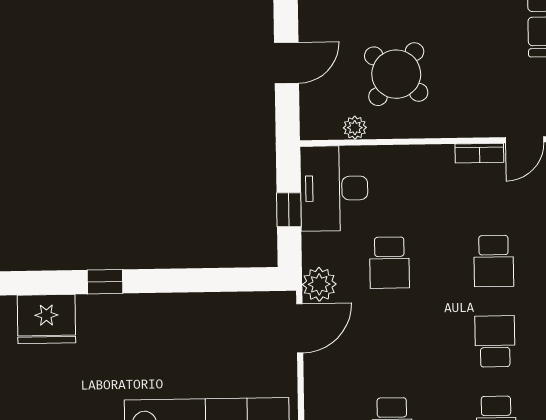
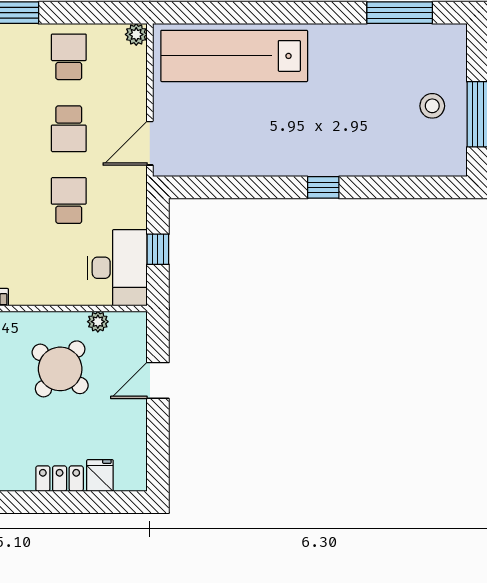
plant: (319, 284) -> (132, 182), removed
fridge: (46, 319) -> (376, 155), removed
school desk: (391, 343) -> (69, 129), added

